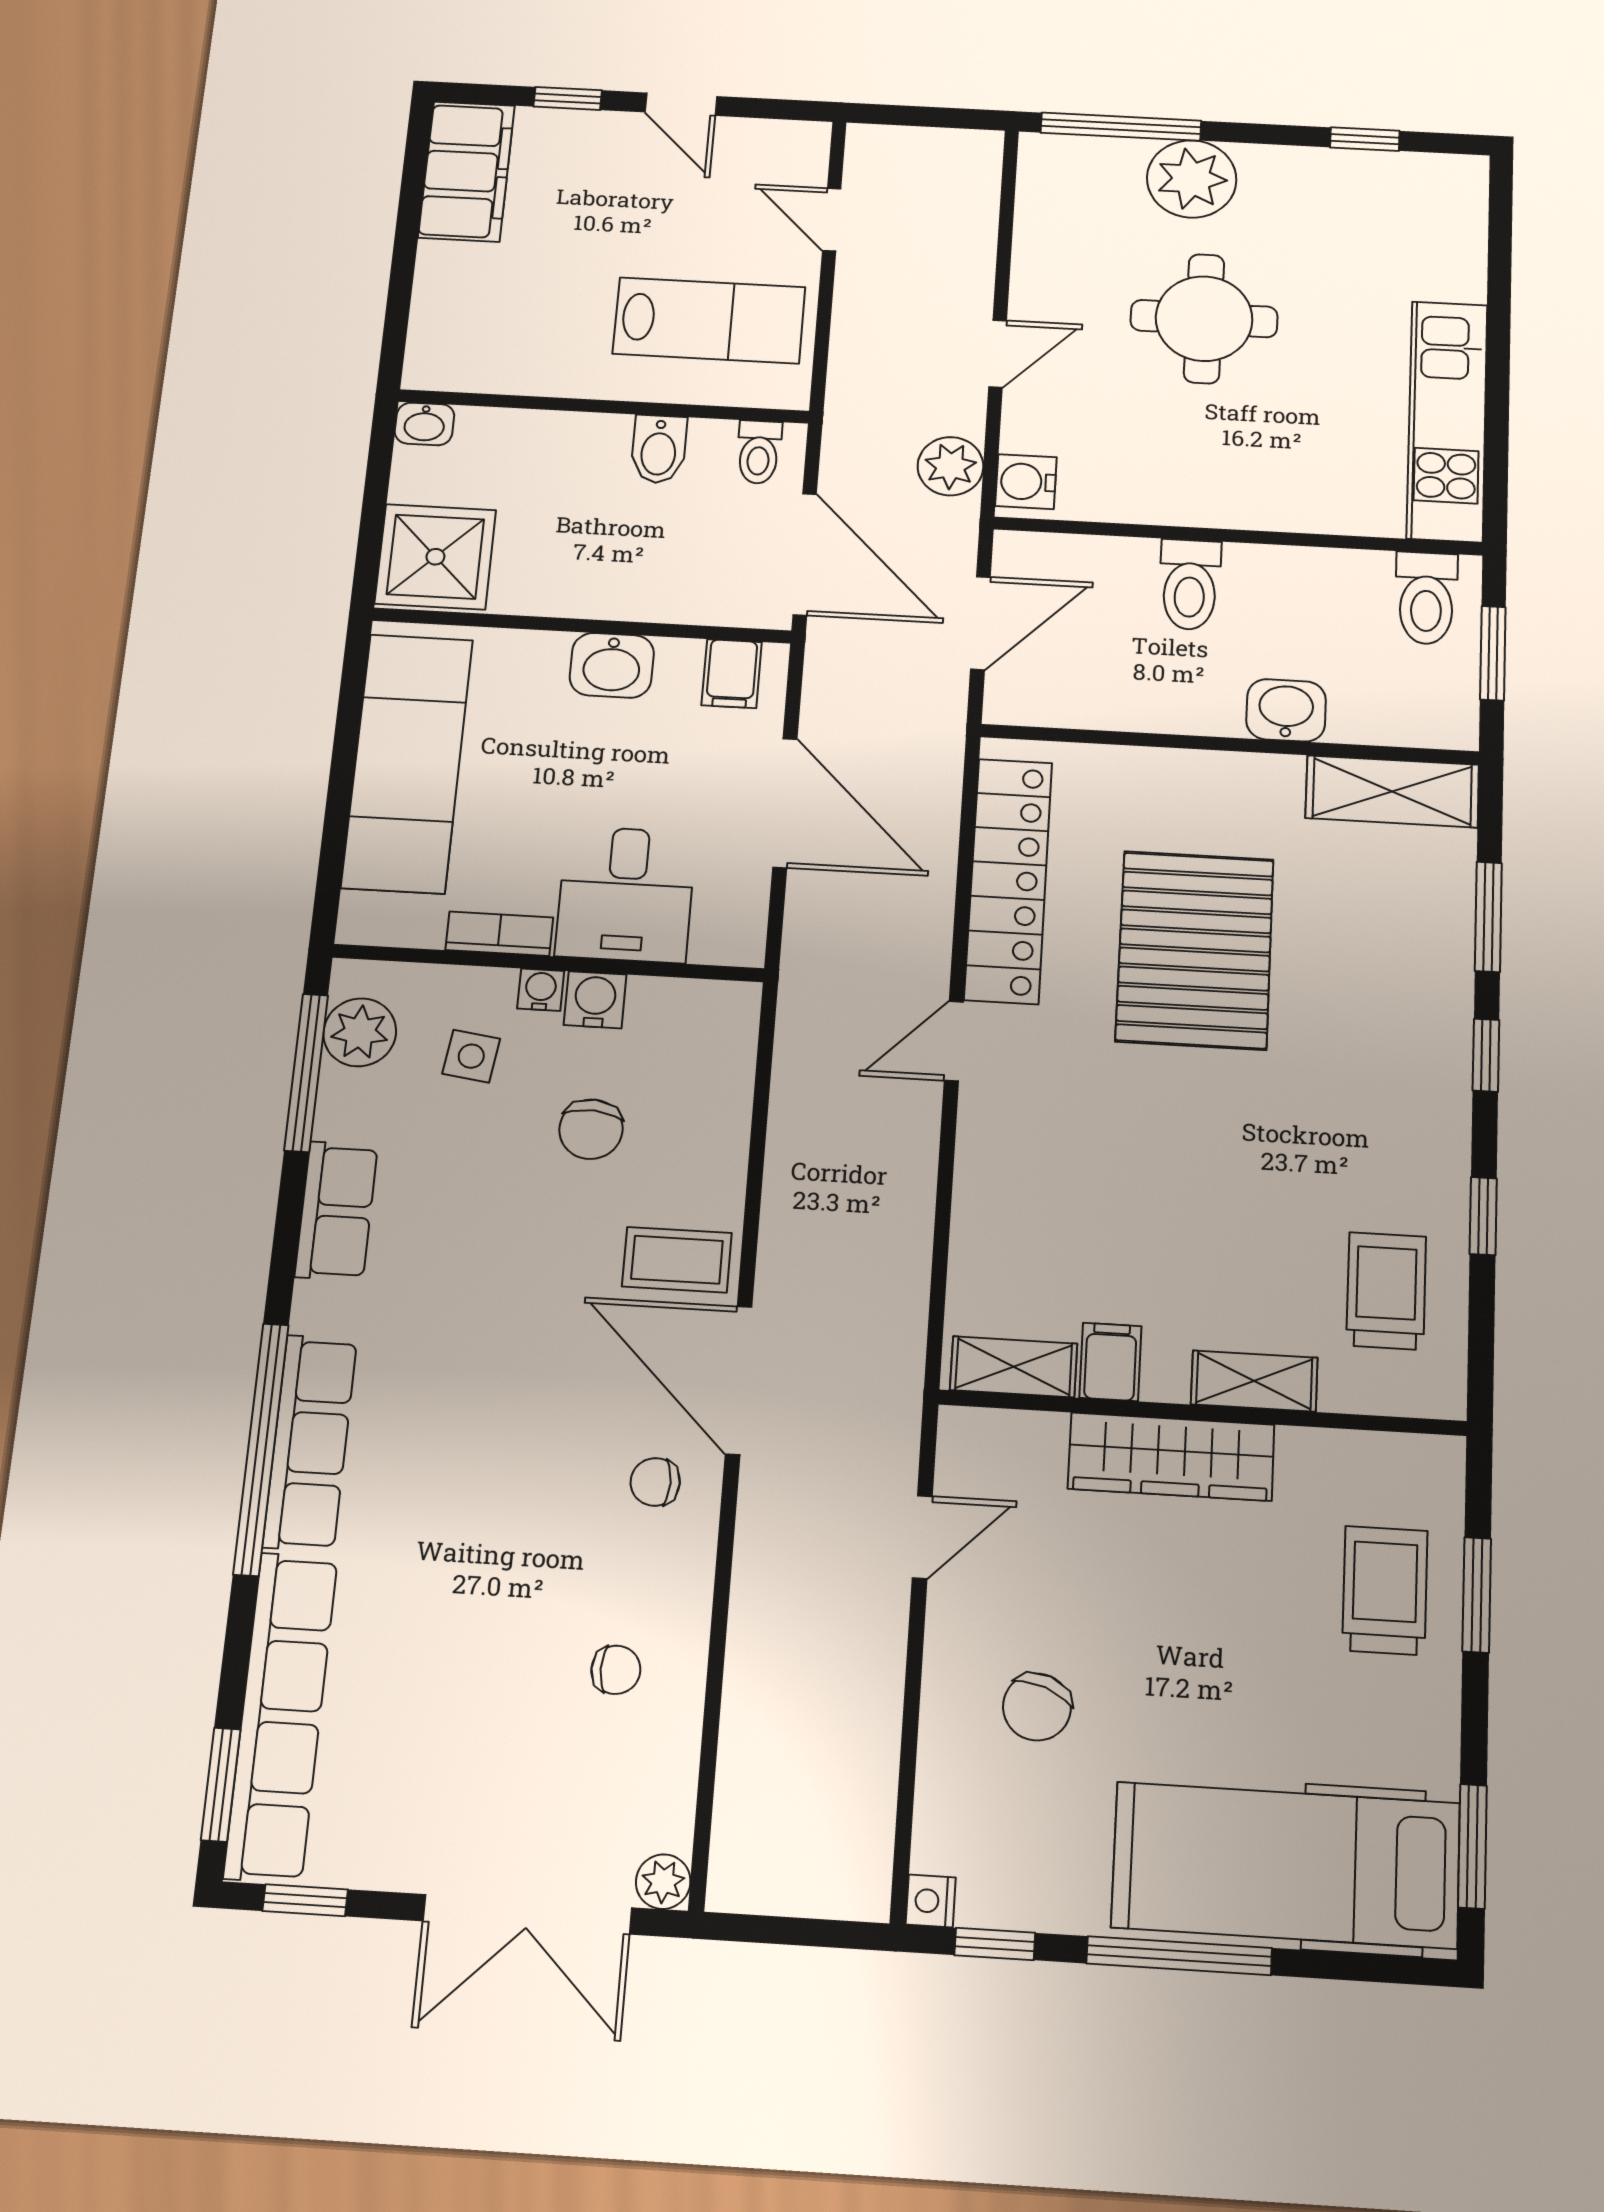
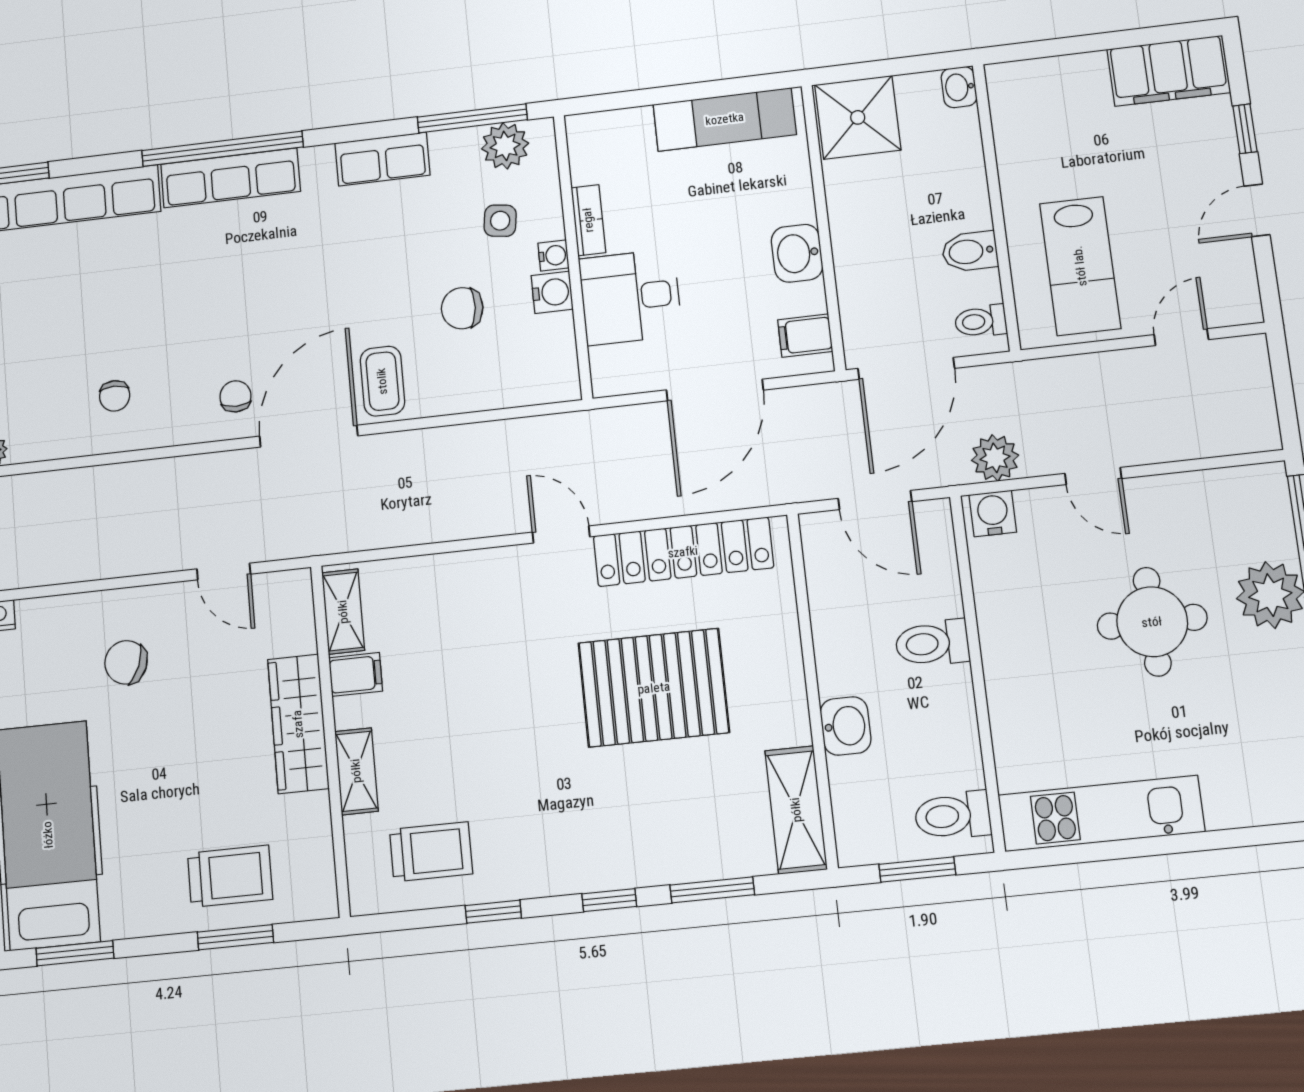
exam couch: (407, 763) -> (725, 119), width x0.73, depth x0.69

